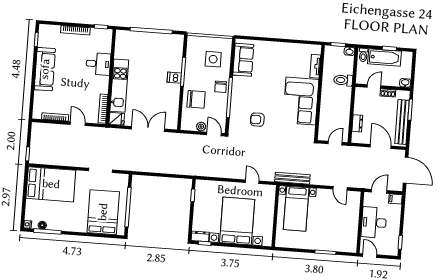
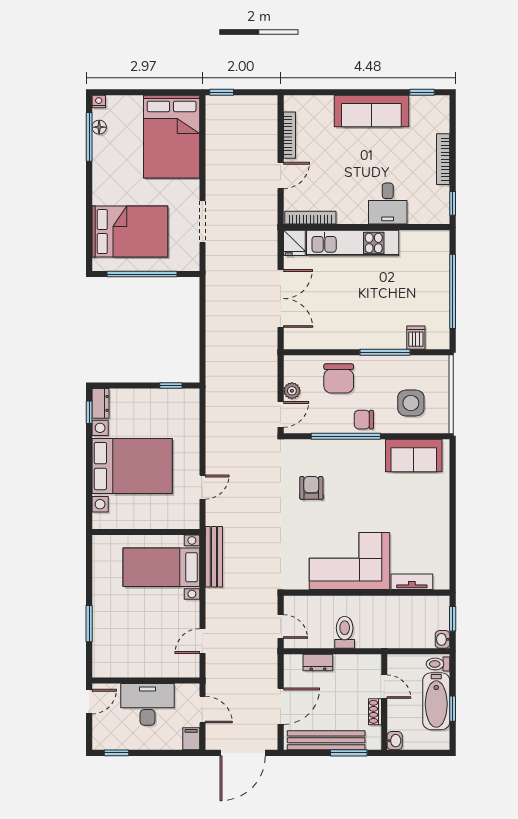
dishwasher: (174, 78) -> (416, 338), moved
toilet: (343, 80) -> (345, 632), moved

